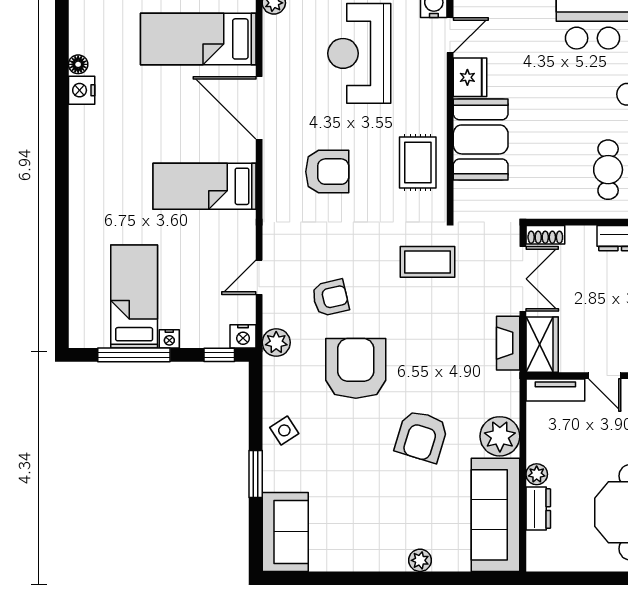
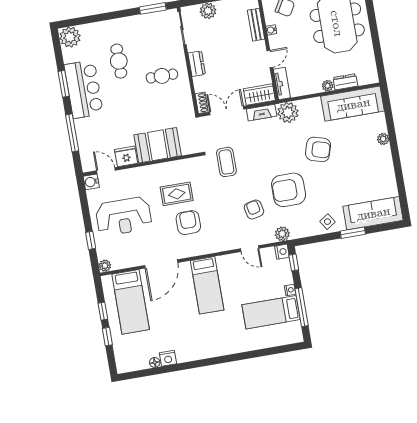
rug: (418, 163) -> (177, 194), moved
plant: (500, 436) -> (288, 112), moved
sofa: (285, 532) -> (373, 213), width x1.36

